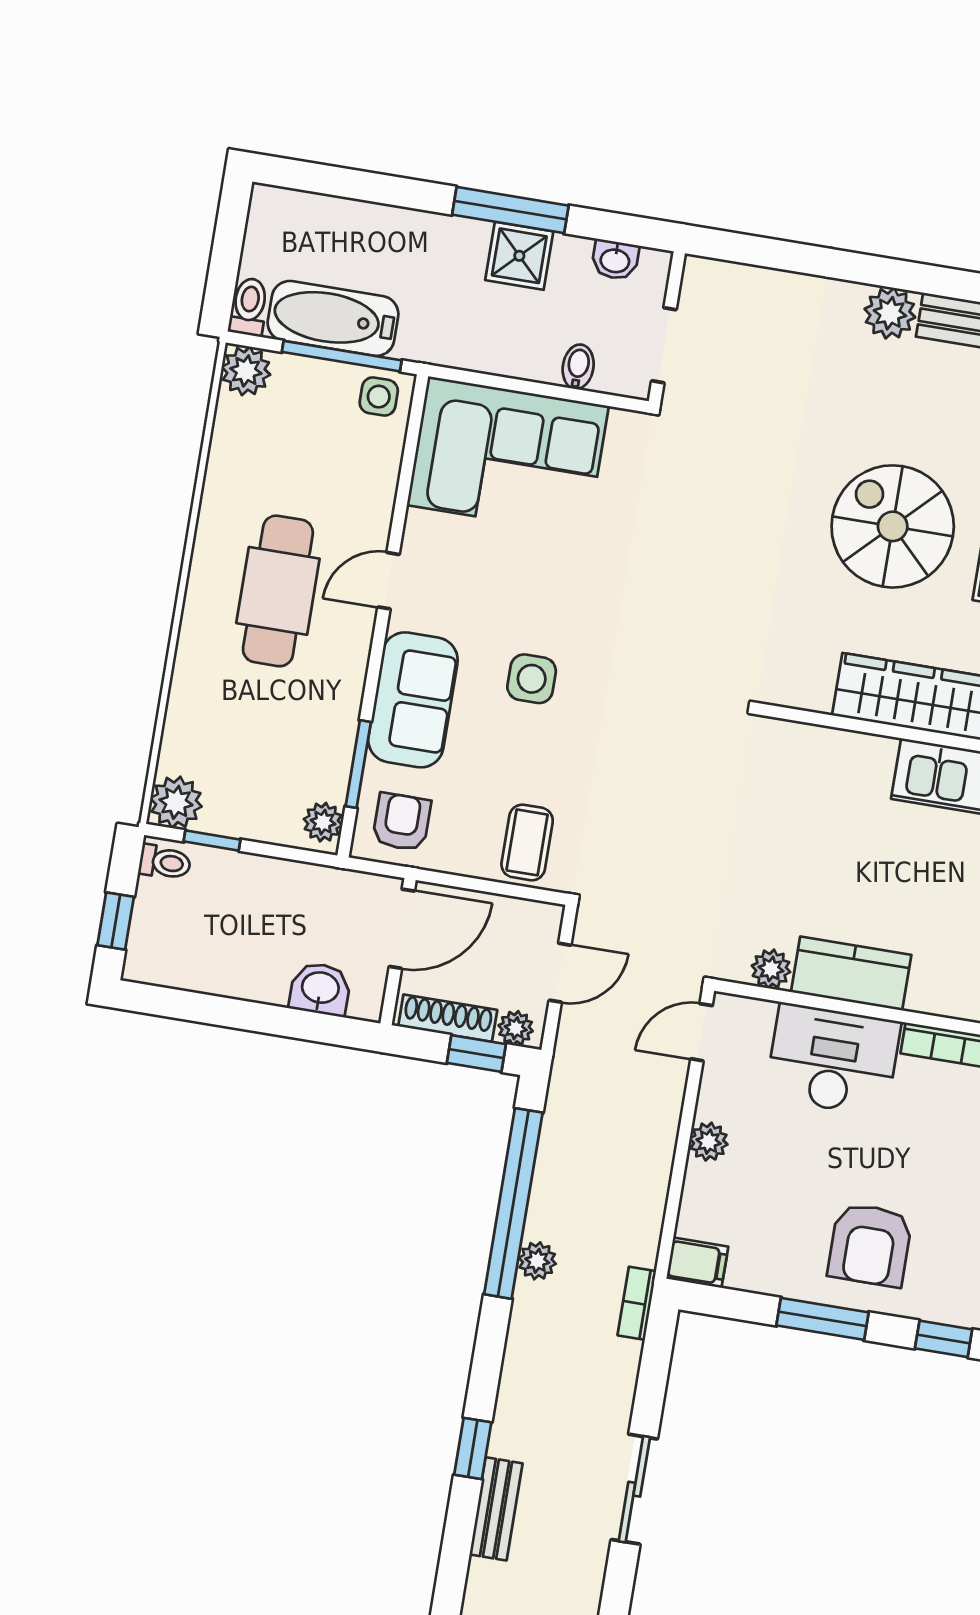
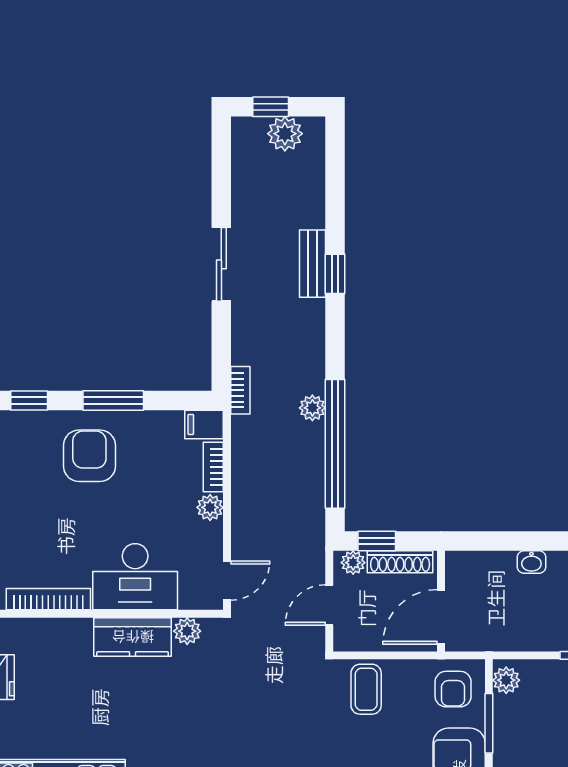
washbasin: (320, 989) -> (531, 562), moved, width x0.72, depth x0.69
bookcase: (694, 1199) -> (213, 467), added
bench: (496, 1509) -> (313, 264), moved

